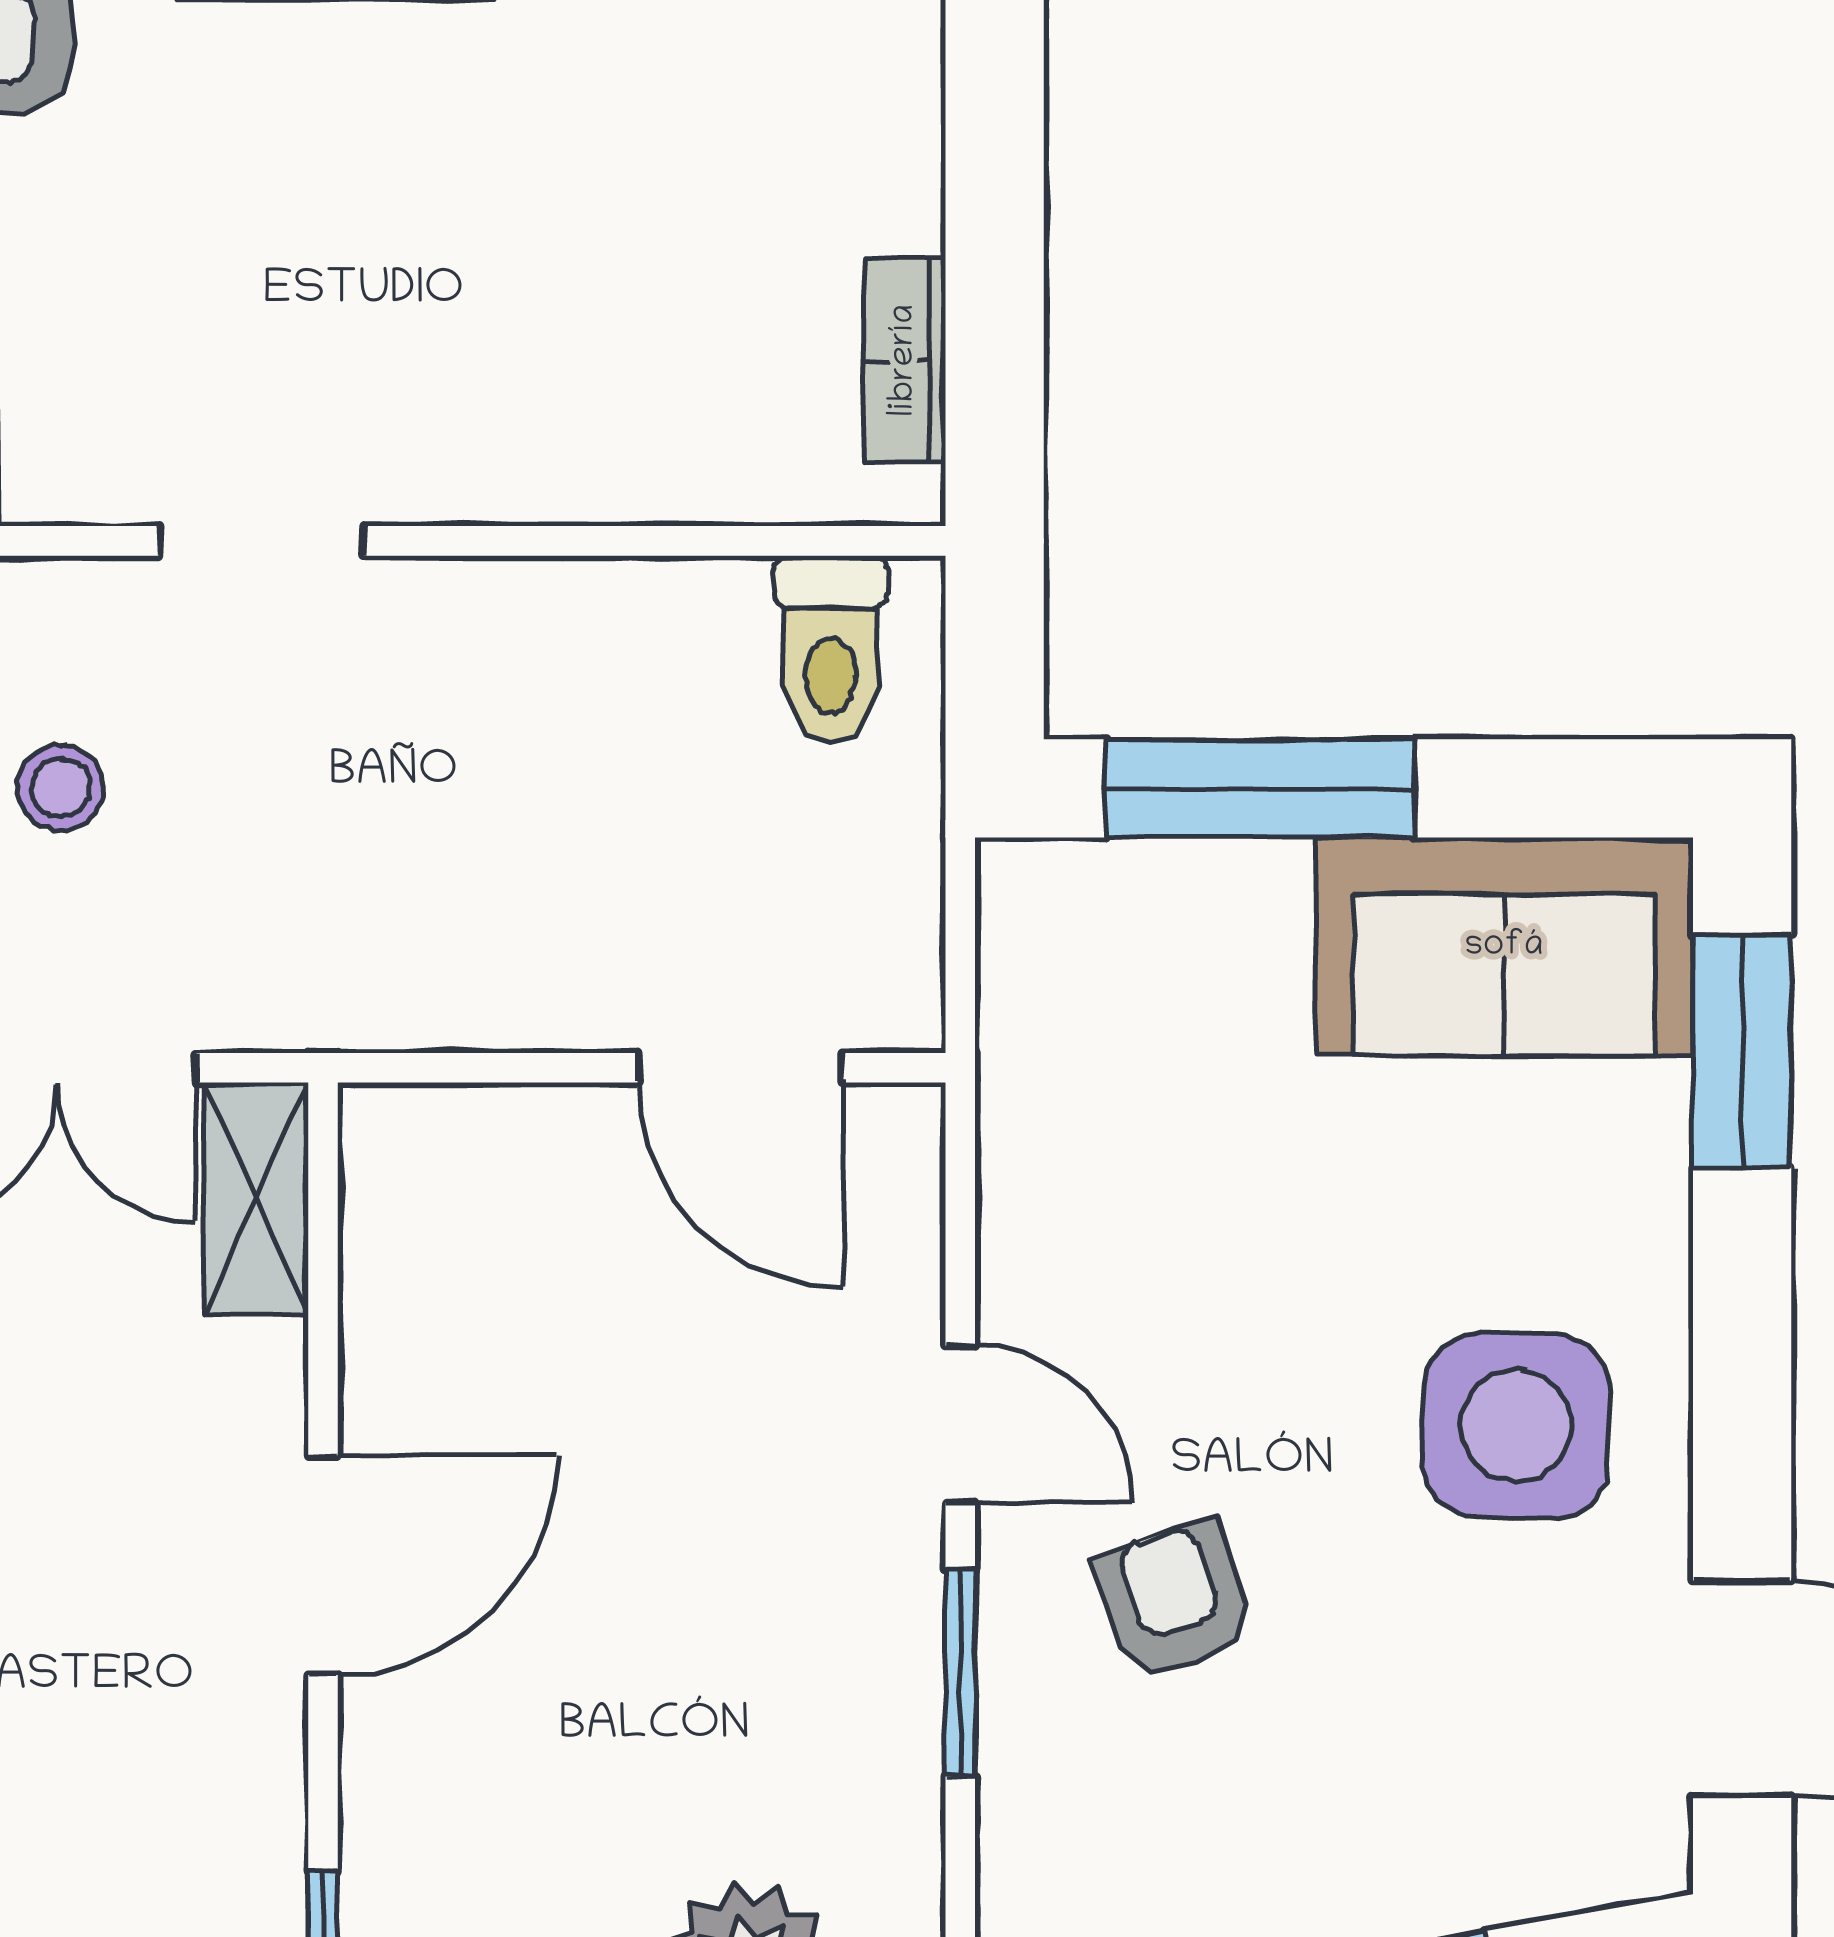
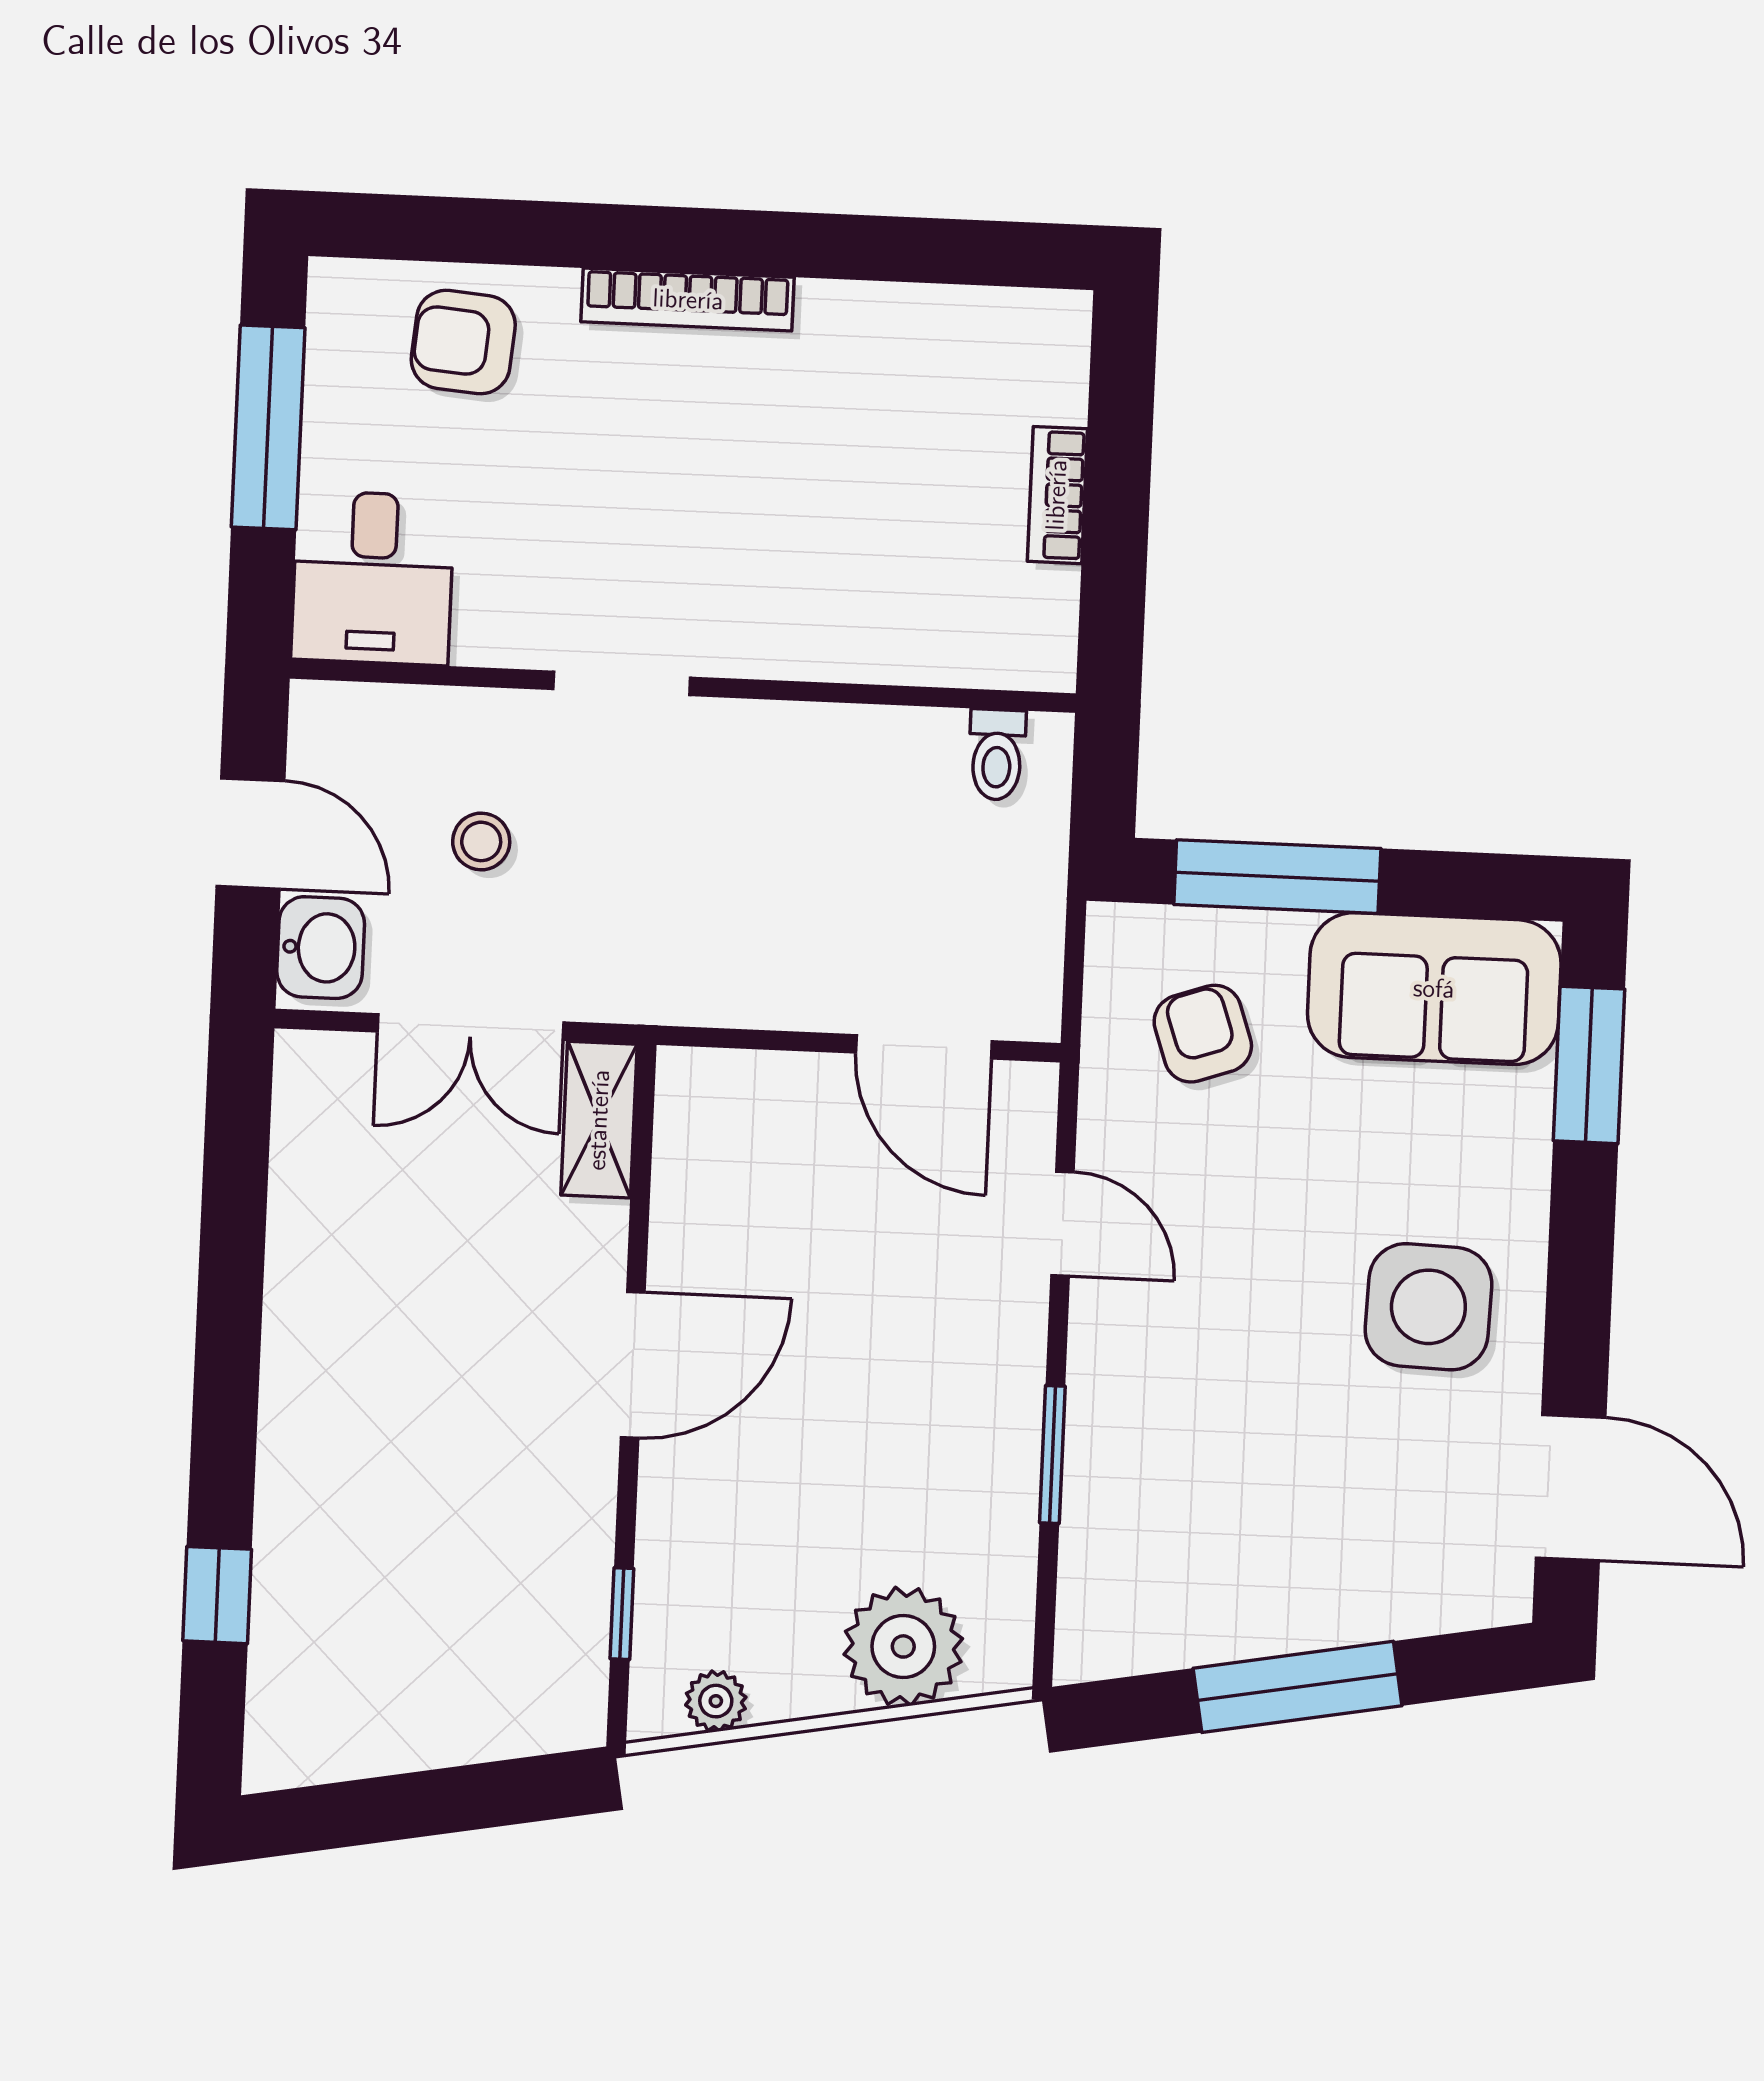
bookcase: (905, 360) -> (1057, 495), moved
toilet: (831, 649) -> (997, 755), width x0.73, depth x0.72
door: (960, 1424) -> (1062, 1224), moved
armchair: (1175, 1600) -> (1203, 1034), moved

